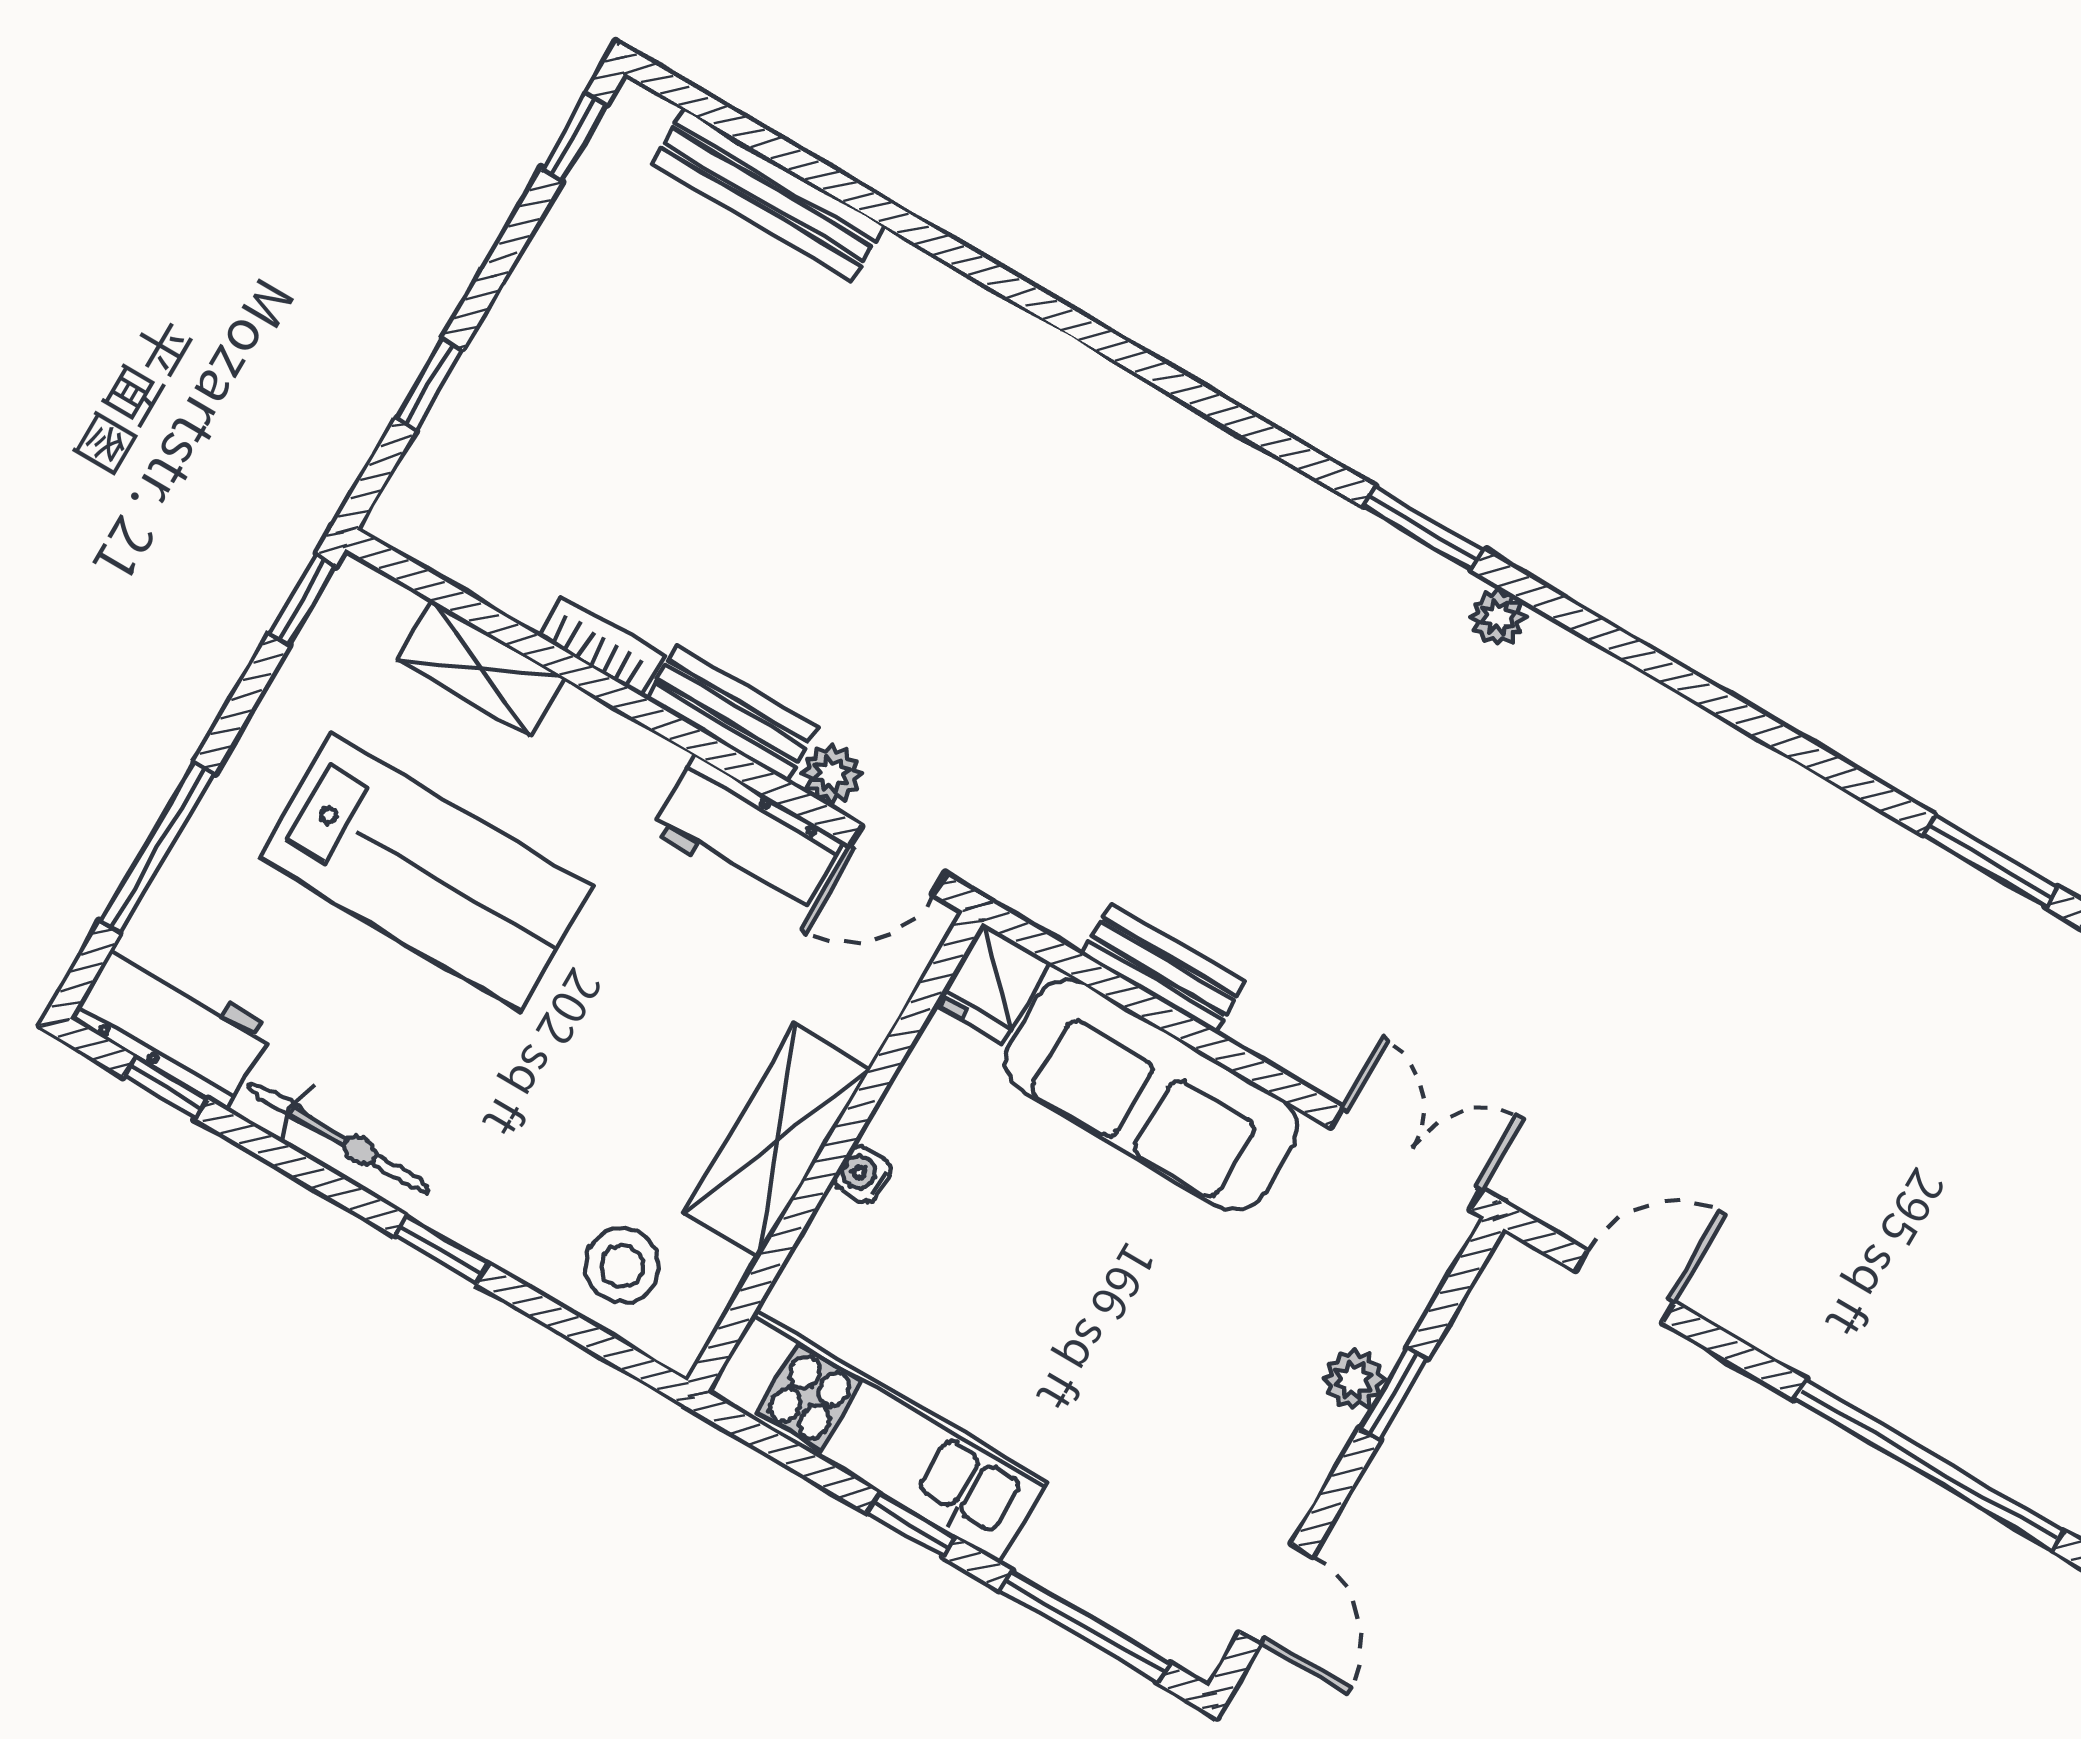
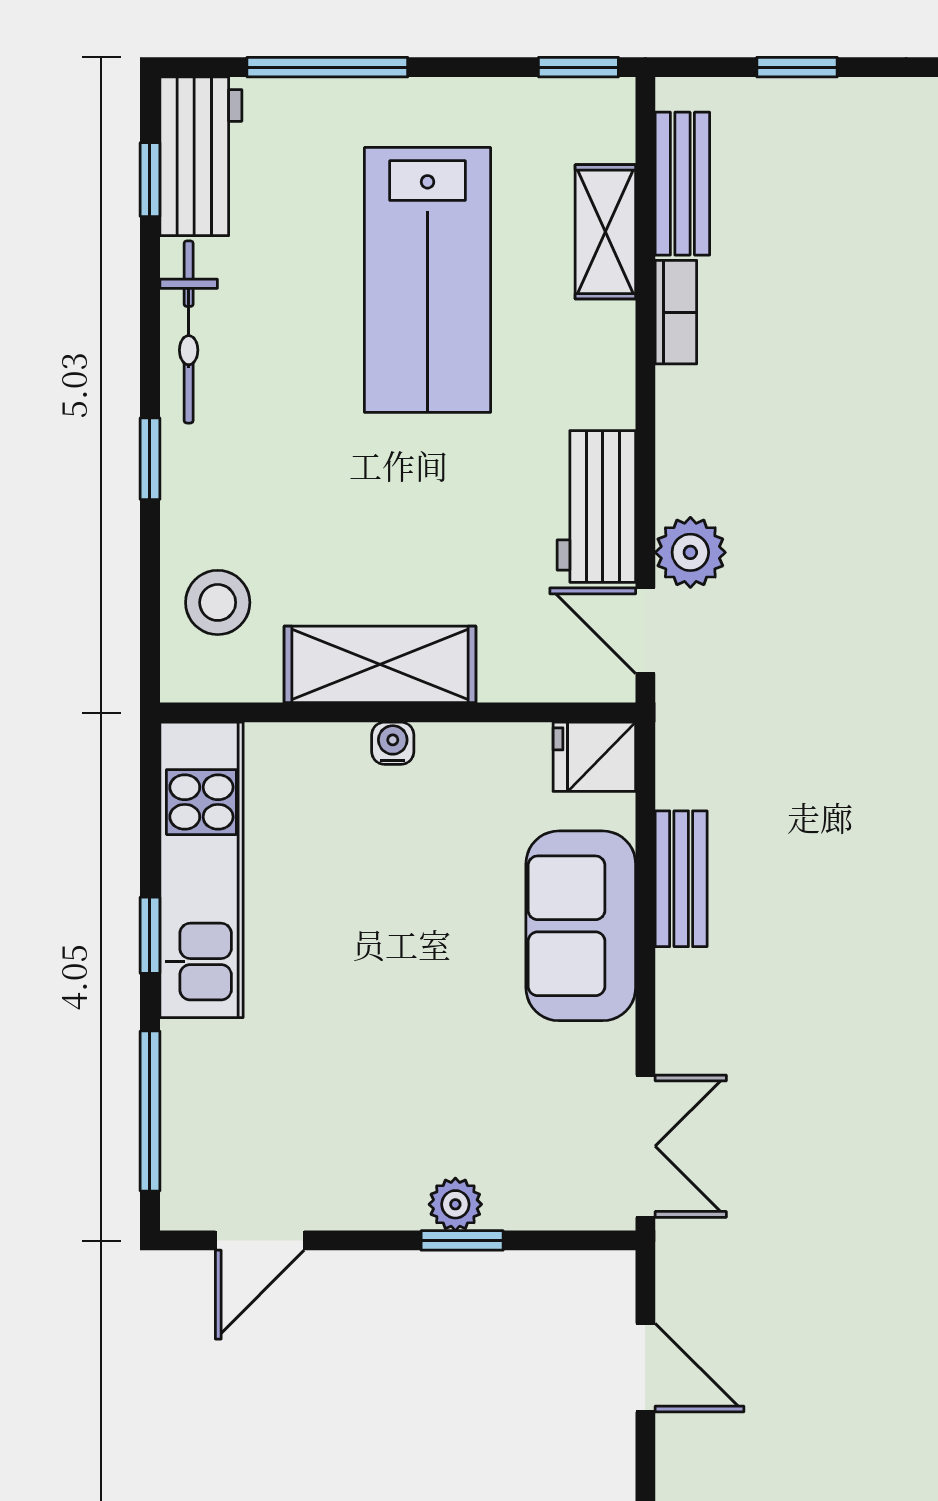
bench: (732, 713) -> (682, 184), moved
plant: (831, 774) -> (690, 552), width x1.38, depth x1.38
sofa: (1152, 1095) -> (581, 926), width x0.73

